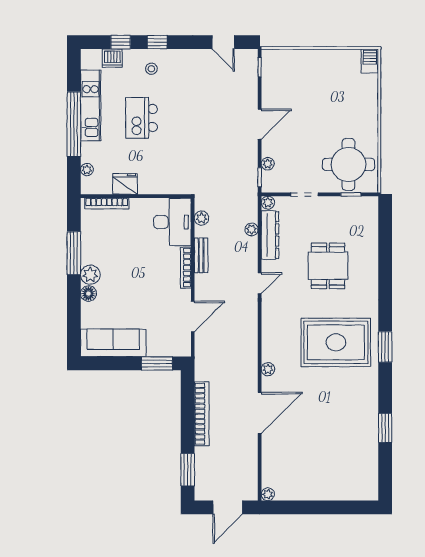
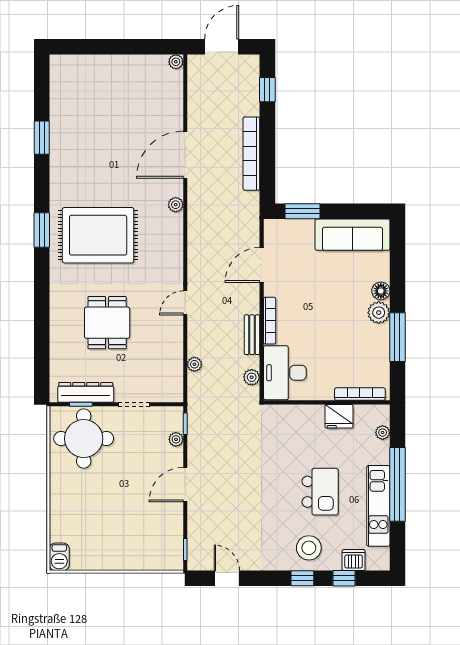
stool: (151, 69) -> (309, 548), width x1.89, depth x1.89
plant: (268, 203) -> (176, 395), removed
dresser: (270, 235) -> (86, 392), moved, turned 90
window: (188, 470) -> (267, 90), width x0.67

